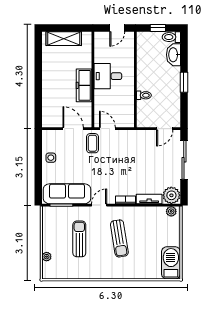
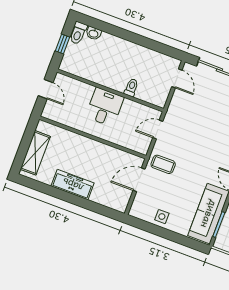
washbasin: (173, 55) -> (94, 33), width x0.52, depth x0.69
desk: (108, 76) -> (105, 107), moved, turned 180
window: (184, 82) -> (133, 38), removed
freezer: (84, 85) -> (73, 185), moved, turned 180
door: (107, 129) -> (158, 129), moved

